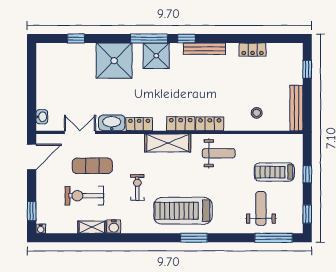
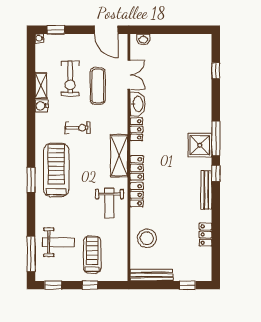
shower: (114, 61) -> (195, 106), removed
stool: (257, 113) -> (147, 238), width x1.89, depth x1.89
exercise bike: (84, 196) -> (70, 79), turned 180

